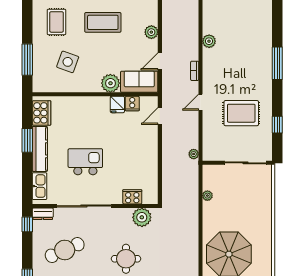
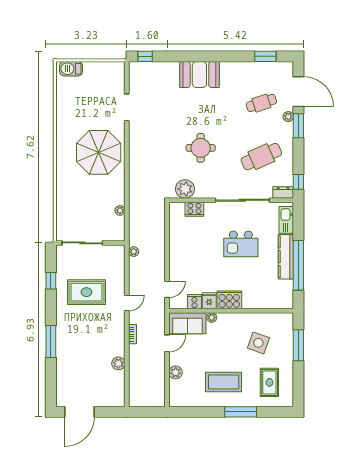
plant: (110, 83) -> (212, 318), width x0.53, depth x0.53
cooker: (42, 113) -> (229, 300), moved, turned 90
window: (27, 140) -> (298, 265), width x2.11

